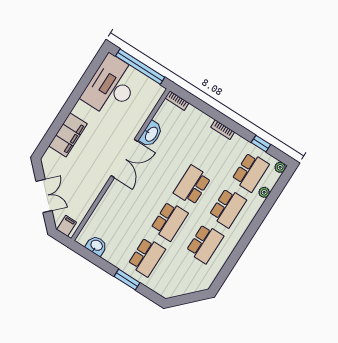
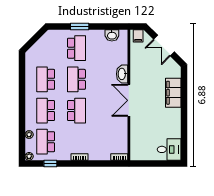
window: (140, 67) -> (155, 163), removed
desk: (111, 86) -> (169, 149), width x0.53, depth x0.77
washbasin: (151, 134) -> (122, 74), moved
school desk: (147, 257) -> (76, 48), turned 180

